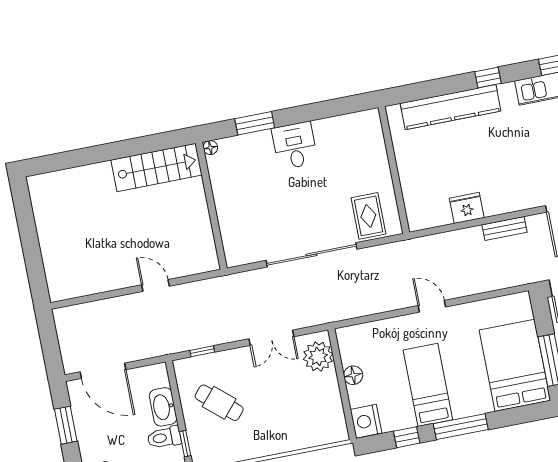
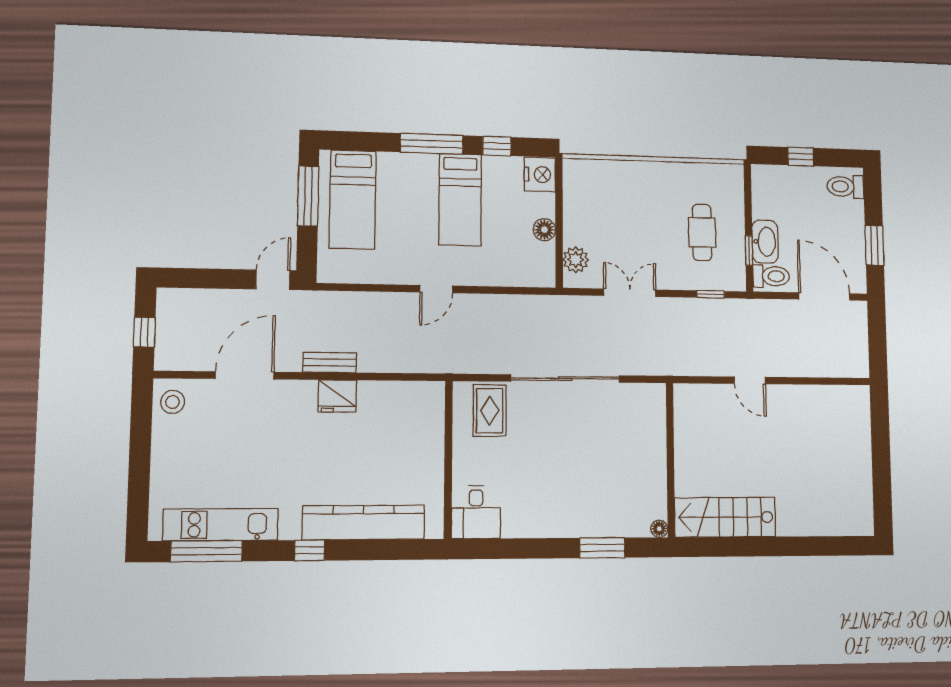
desk: (295, 146) -> (476, 512), moved
fridge: (467, 208) -> (337, 396), moved
door: (432, 306) -> (436, 289), hinge flipped
plant: (318, 356) -> (576, 260), width x0.73, depth x0.73
bed: (515, 365) -> (353, 200), width x0.67
cafe table: (219, 403) -> (702, 232), turned 49
toilet: (164, 437) -> (771, 276), moved
window: (185, 444) -> (749, 250), moved

